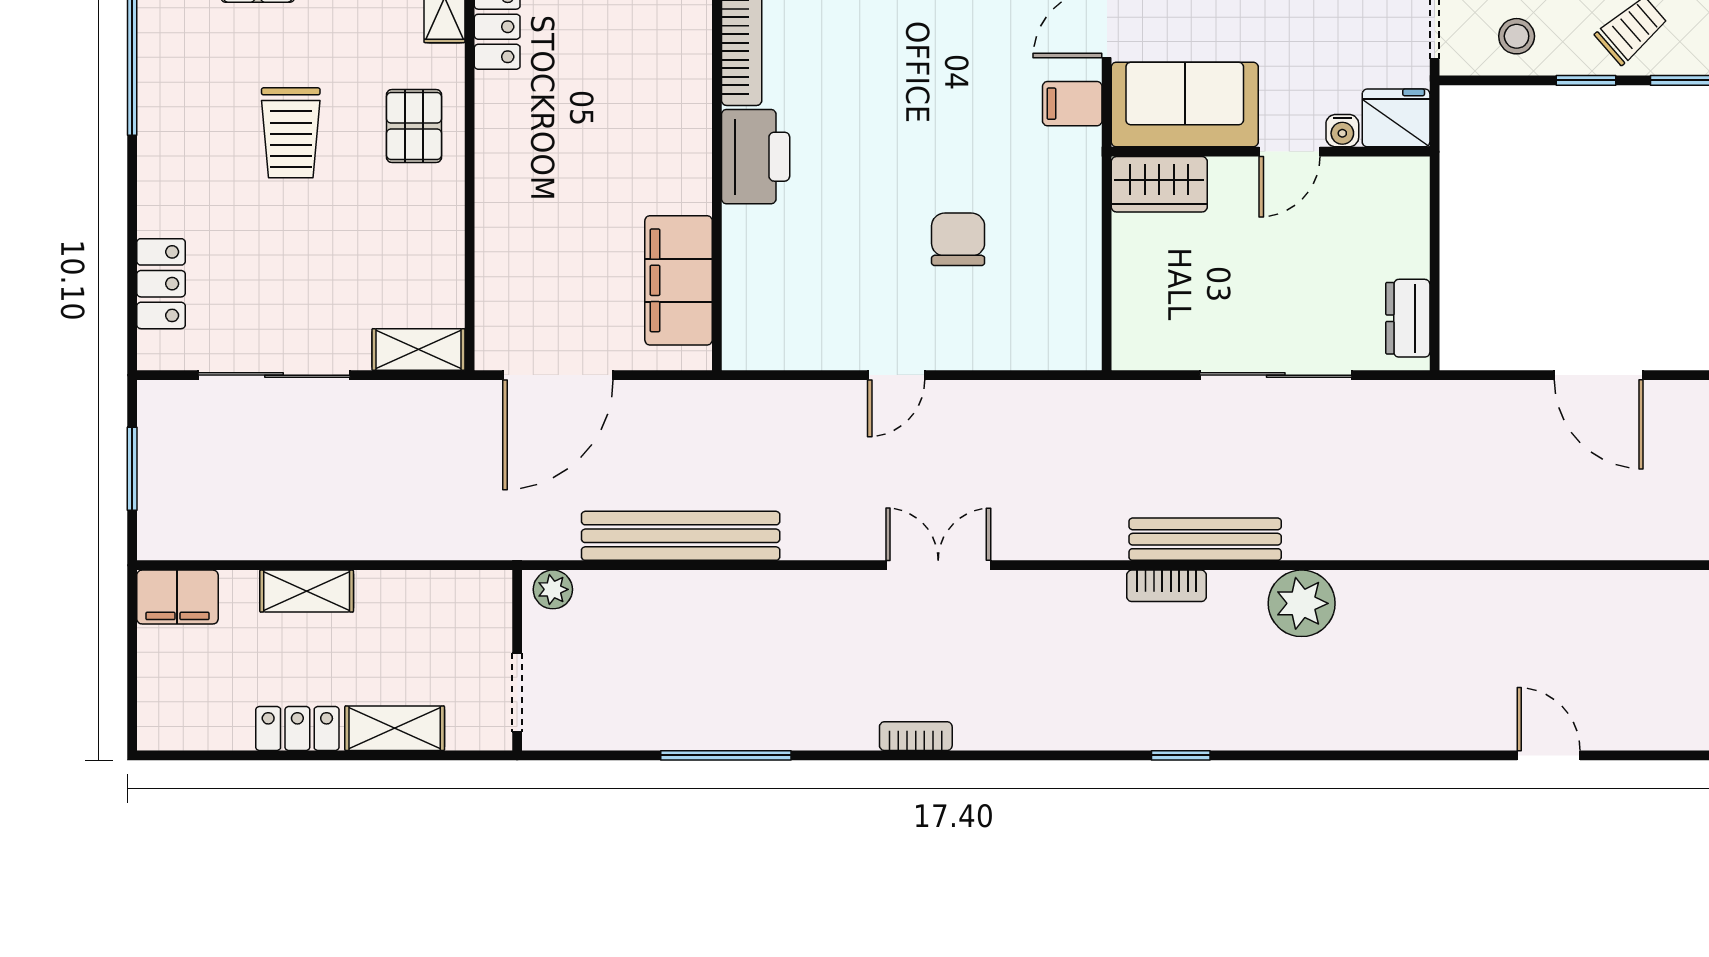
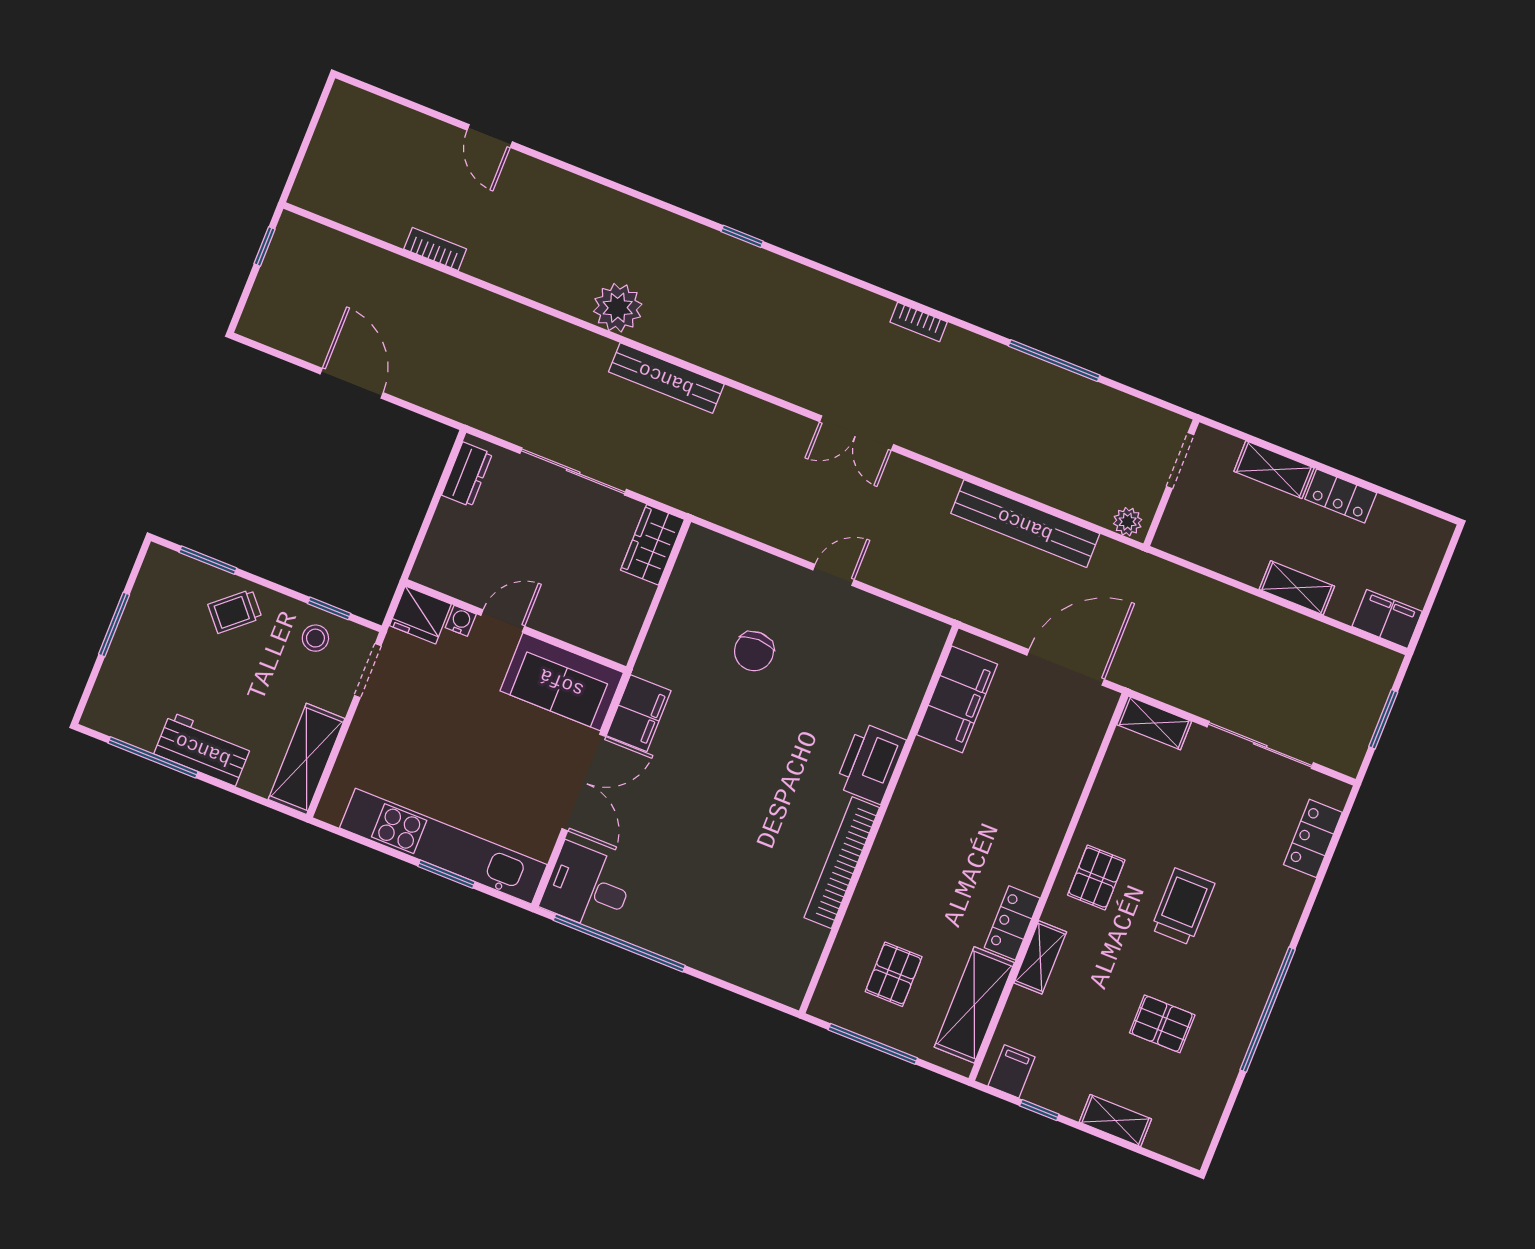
window: (1586, 80) -> (329, 608), moved
filing cabinet: (1072, 104) -> (639, 713), width x2.00
wardrobe: (1159, 184) -> (652, 545), moved, turned -90
bookcase: (1166, 586) -> (435, 249), moved

